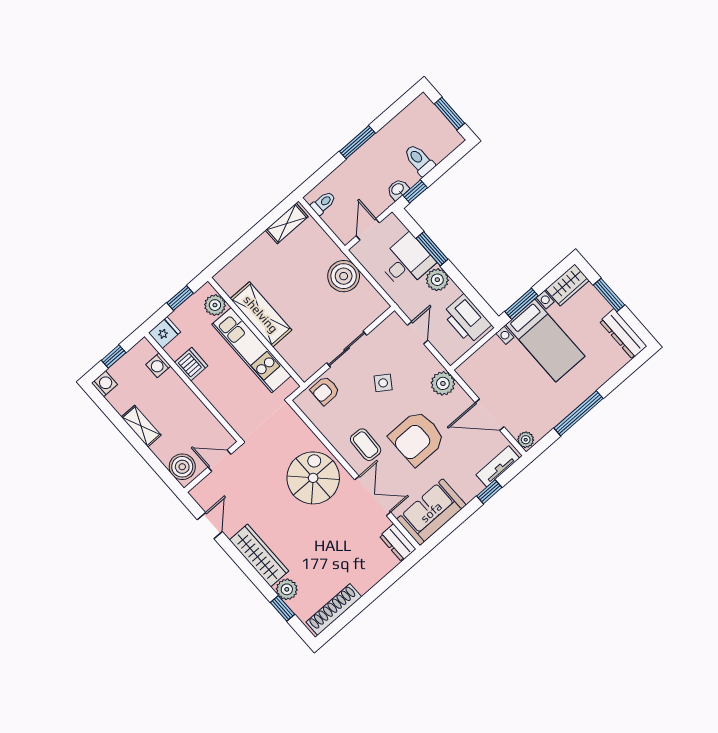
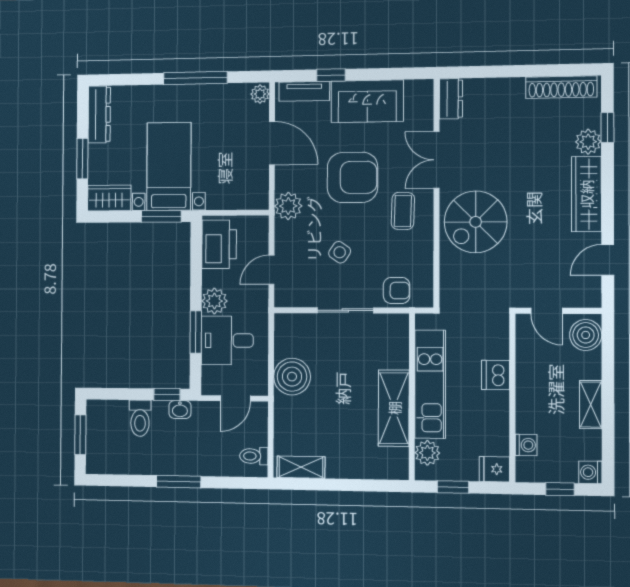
dishwasher: (191, 364) -> (495, 375), moved
sofa: (431, 512) -> (367, 101), moved

